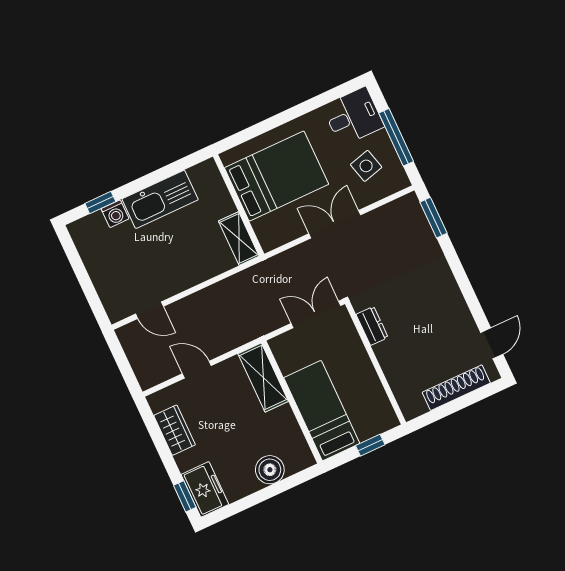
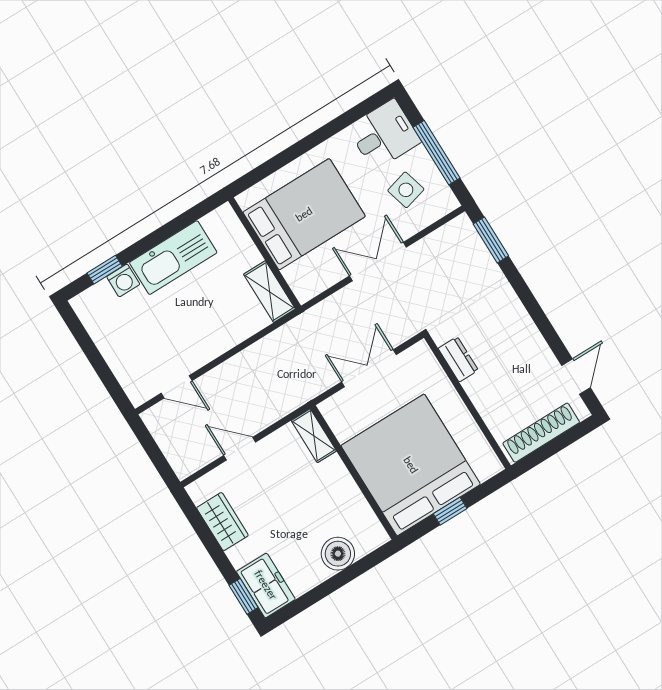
dresser: (372, 326) -> (458, 359), moved
wall: (376, 363) -> (467, 402), moved
shelving: (263, 378) -> (314, 436), width x0.67, depth x0.75
bed: (322, 411) -> (411, 465), width x2.04

